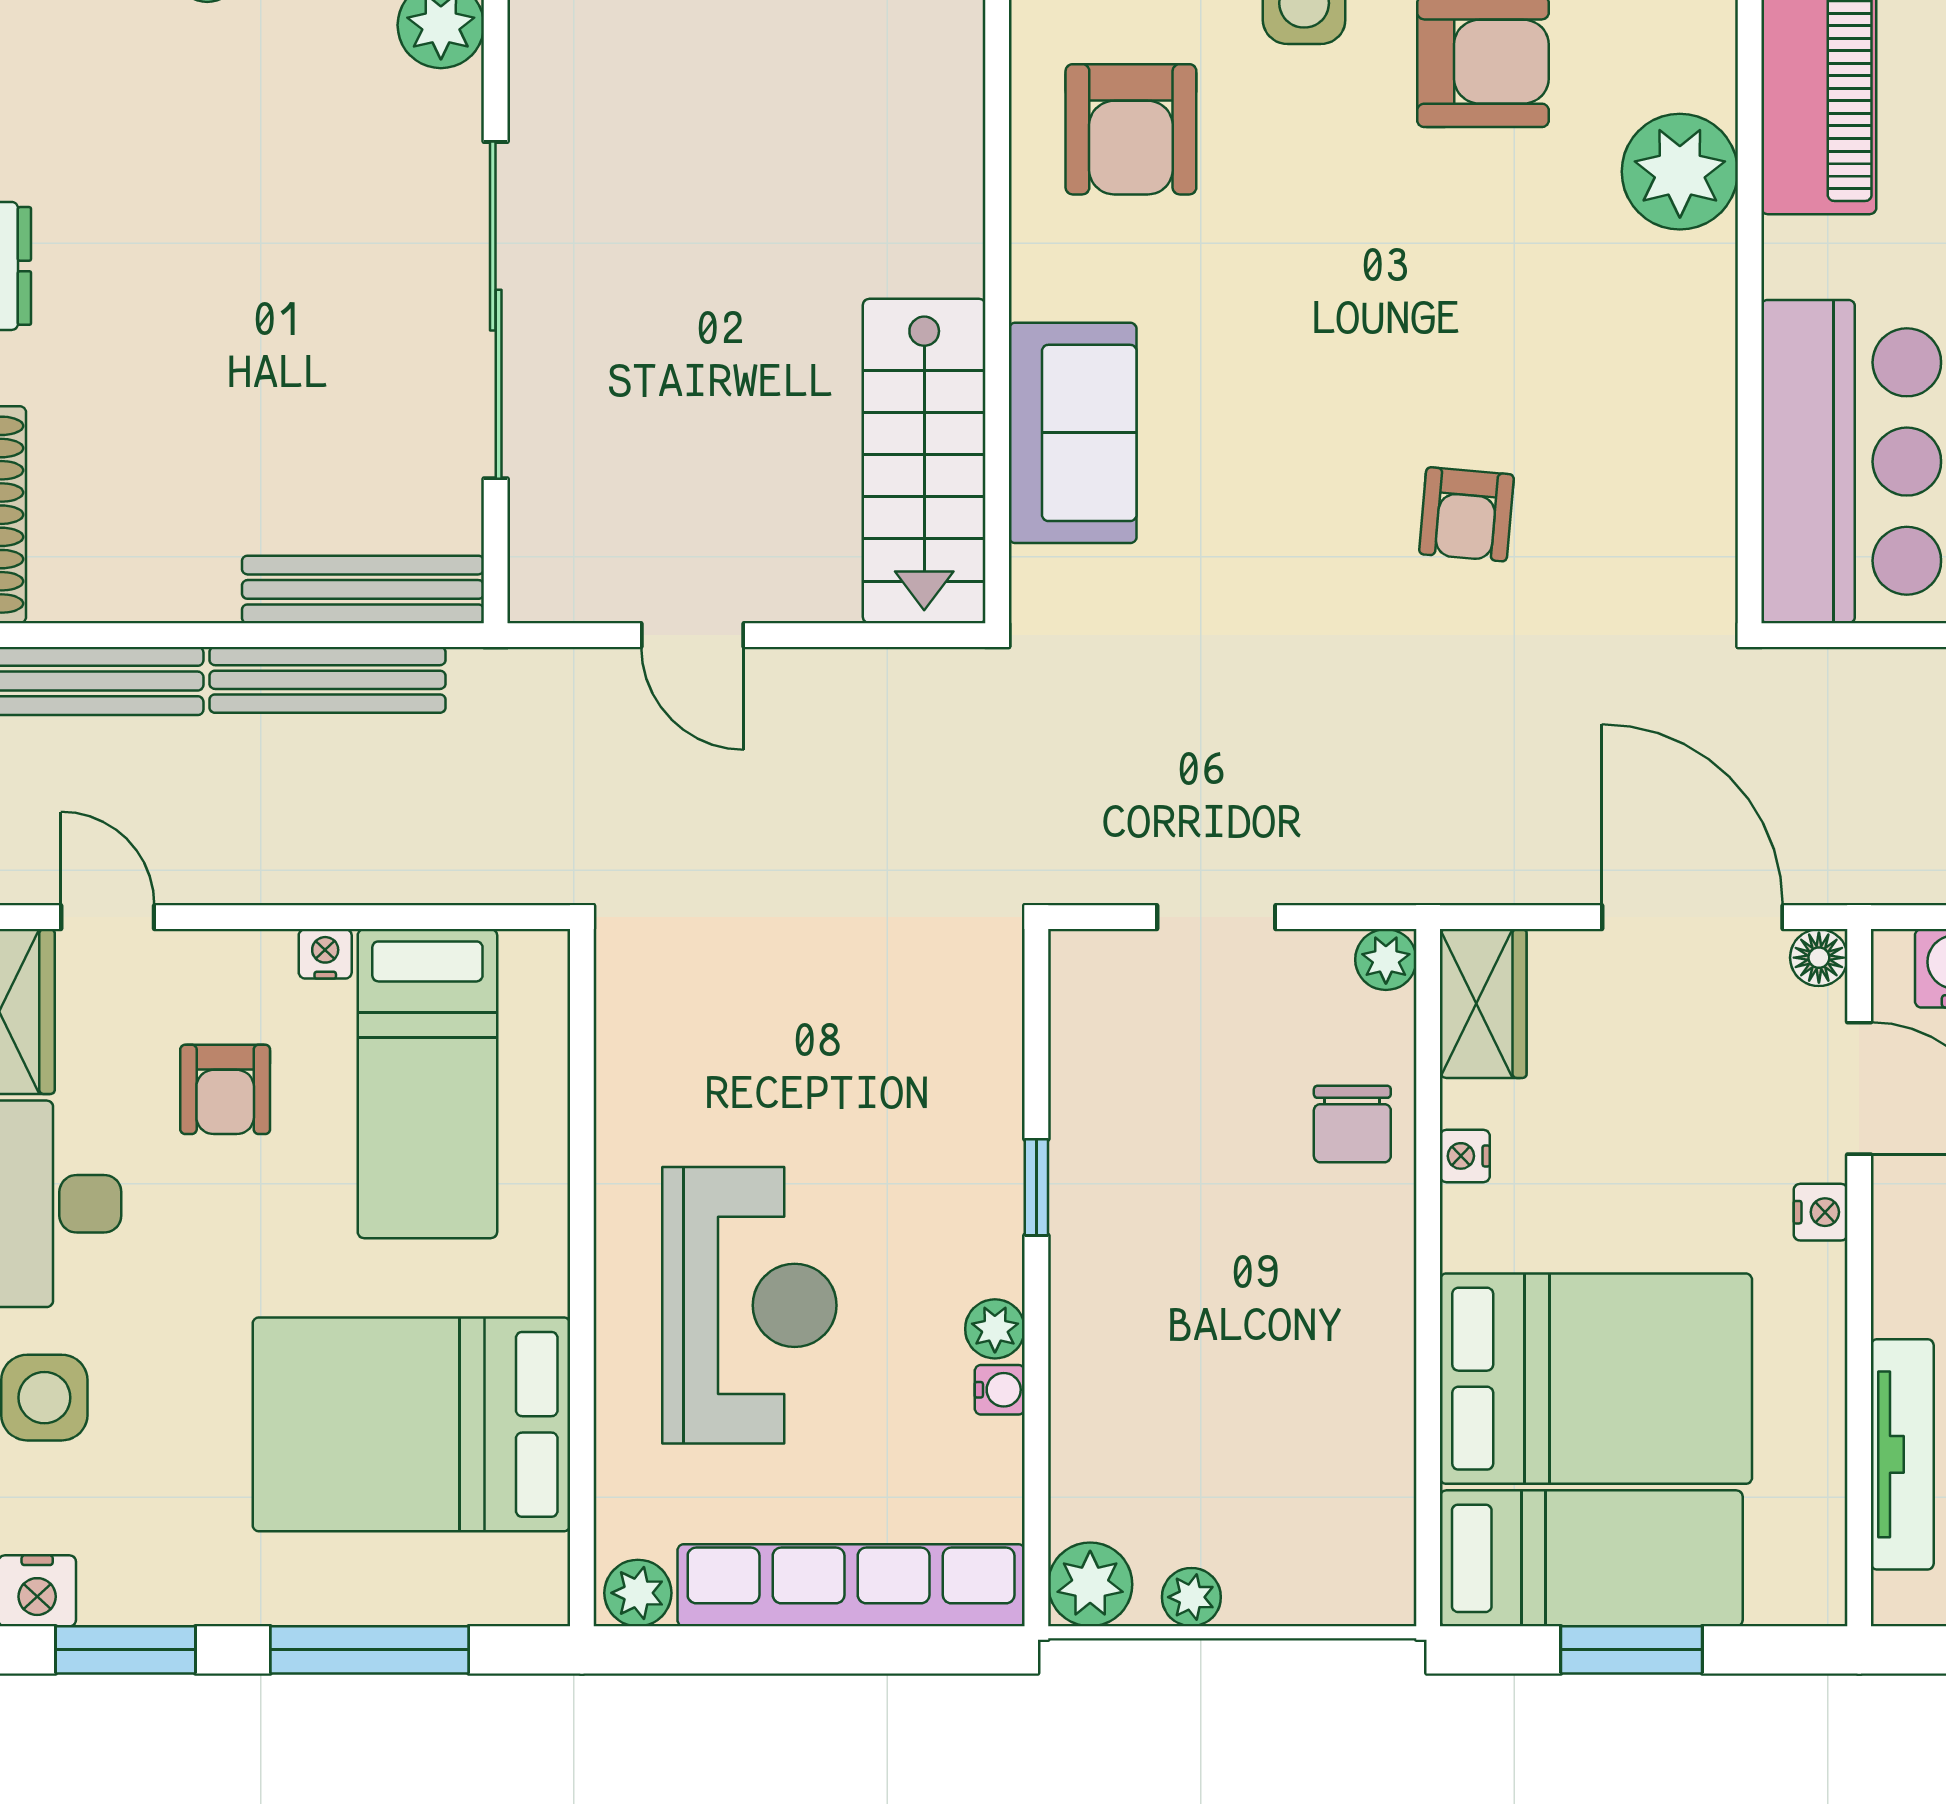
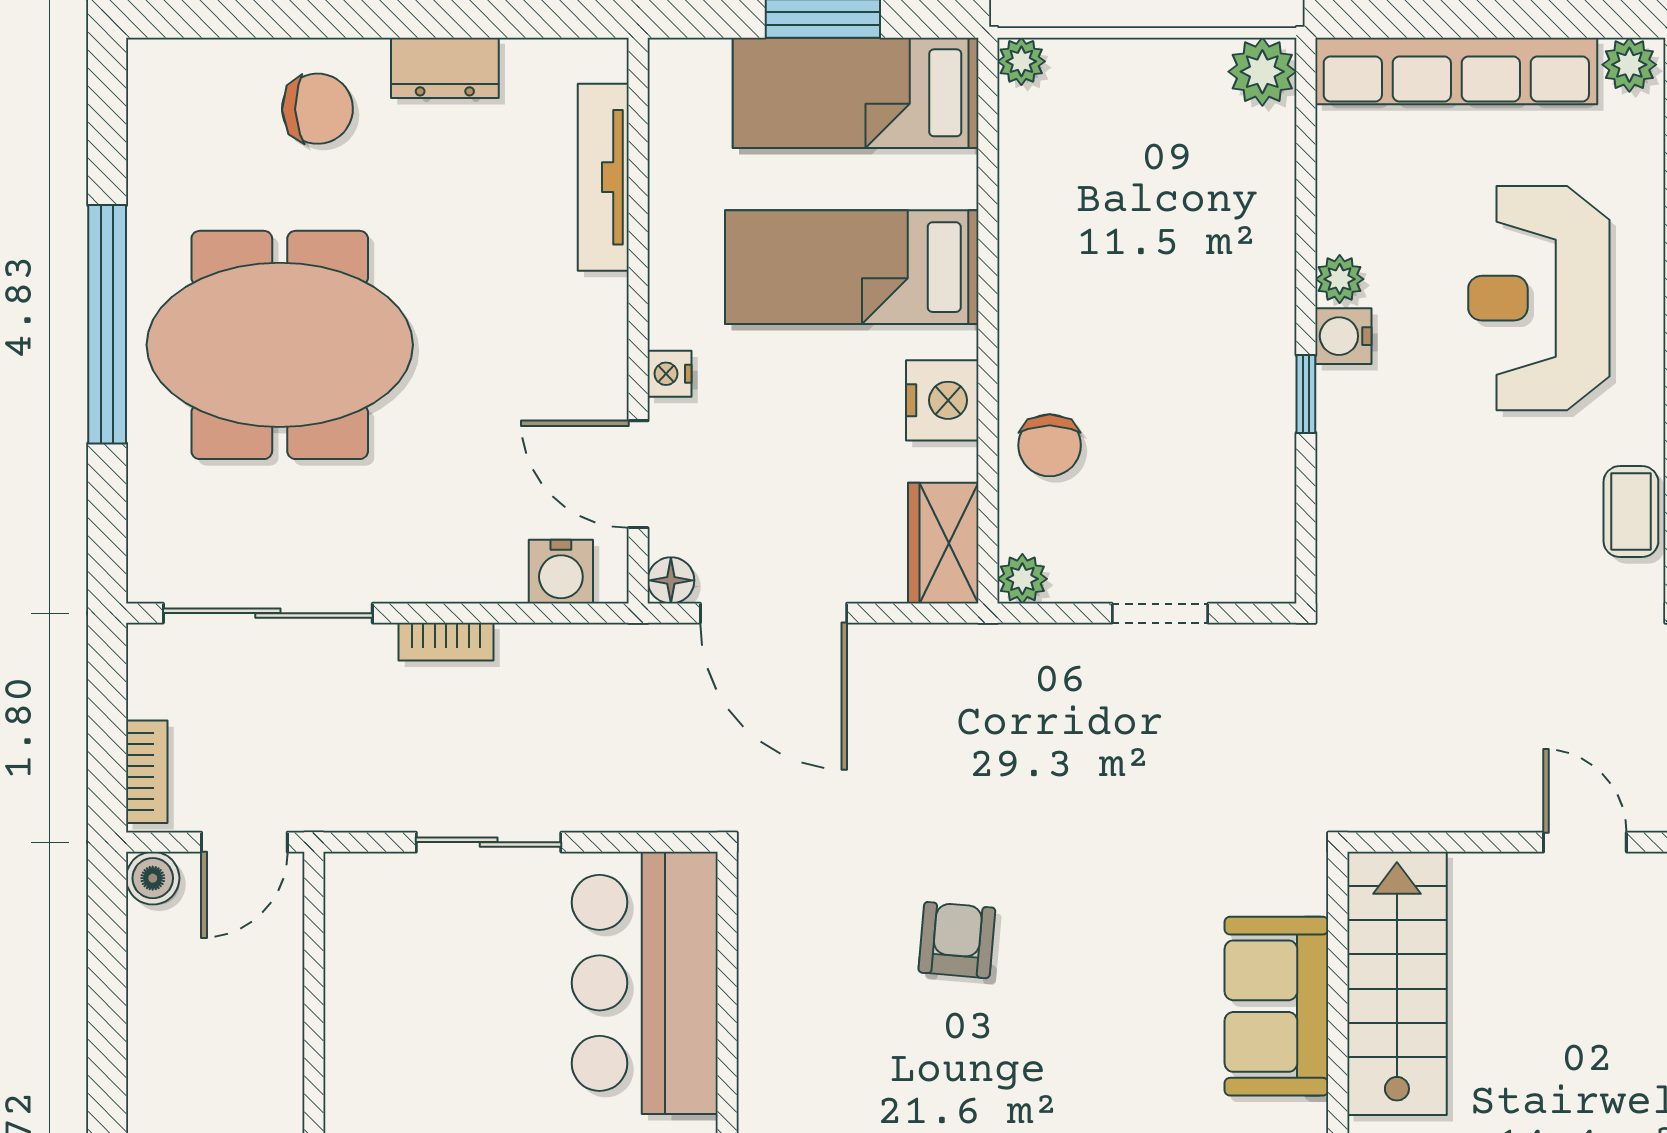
coffee table: (636, 1042) -> (1631, 512), added
chair: (1352, 1124) -> (1050, 445), turned 180
nightstand: (1465, 1156) -> (942, 400), width x1.89, depth x1.79
bed: (1596, 1379) -> (852, 267), width x0.67
water cooler: (1000, 1390) -> (1343, 336), moved, width x1.38, depth x1.38
plant: (1191, 1597) -> (1021, 61), moved

